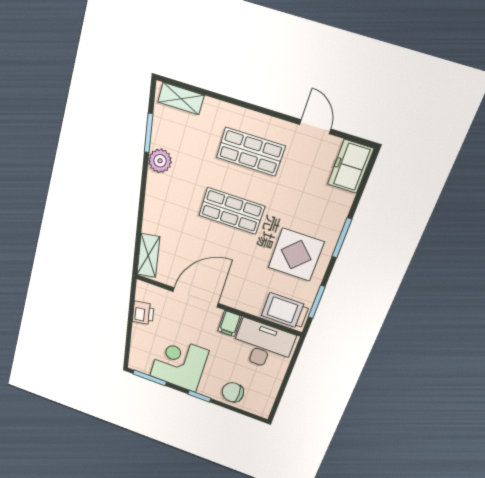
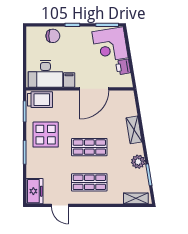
shelving: (148, 255) -> (134, 130), moved
corner desk: (179, 363) -> (110, 45), moved, turned 81

